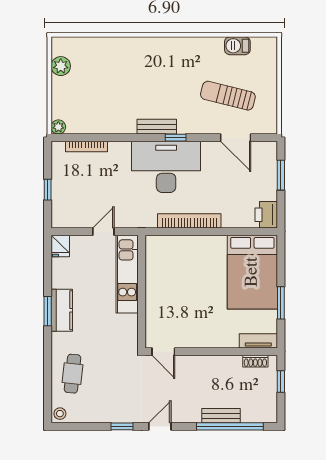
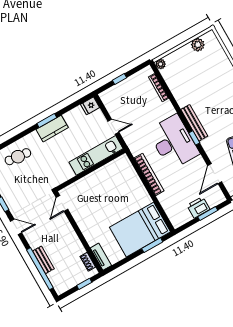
bench: (157, 127) -> (194, 123), width x1.36
printer: (266, 215) -> (198, 207), moved
window: (281, 303) -> (152, 245), moved

